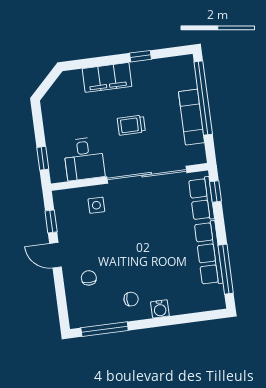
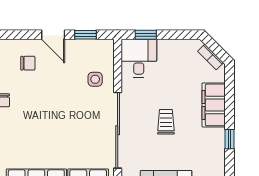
bookcase: (57, 87) -> (211, 57), added
desk: (84, 159) -> (139, 58), moved, turned 90
door: (56, 255) -> (53, 35), swing flipped

